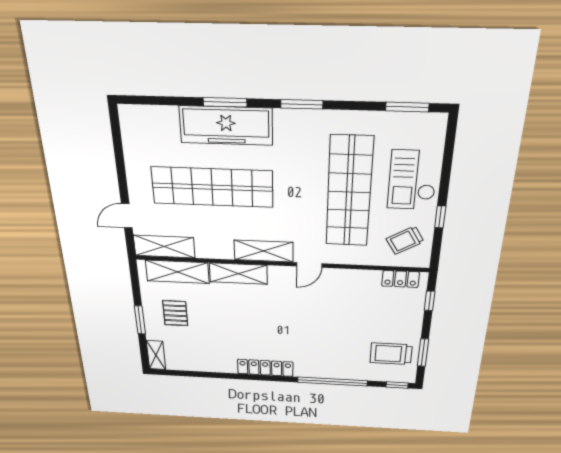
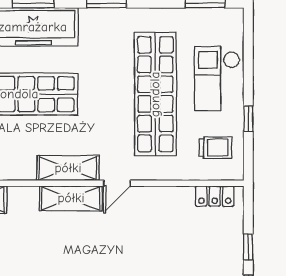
trolley: (405, 240) -> (215, 148), turned -149
shelving: (238, 274) -> (71, 198), moved
window: (430, 301) -> (248, 247), moved

